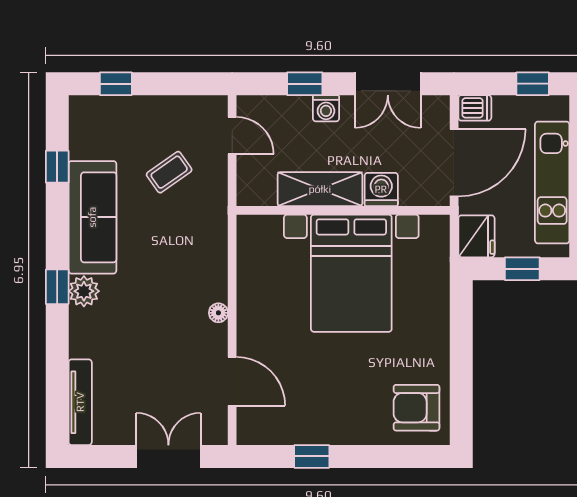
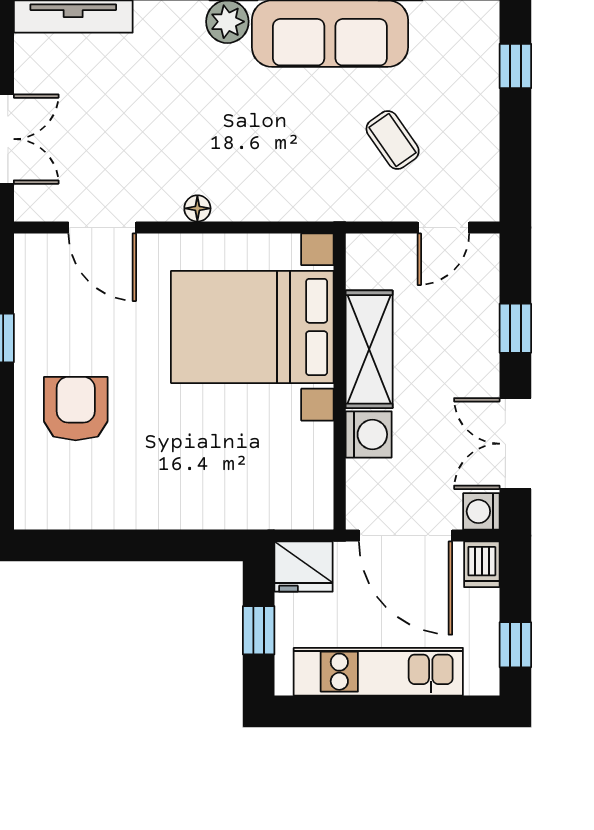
washing machine: (326, 108) -> (481, 511), moved
bed with nightstands: (351, 273) -> (252, 327), moved
door: (232, 381) -> (102, 228), hinge flipped
armchair: (416, 408) -> (76, 409), moved

